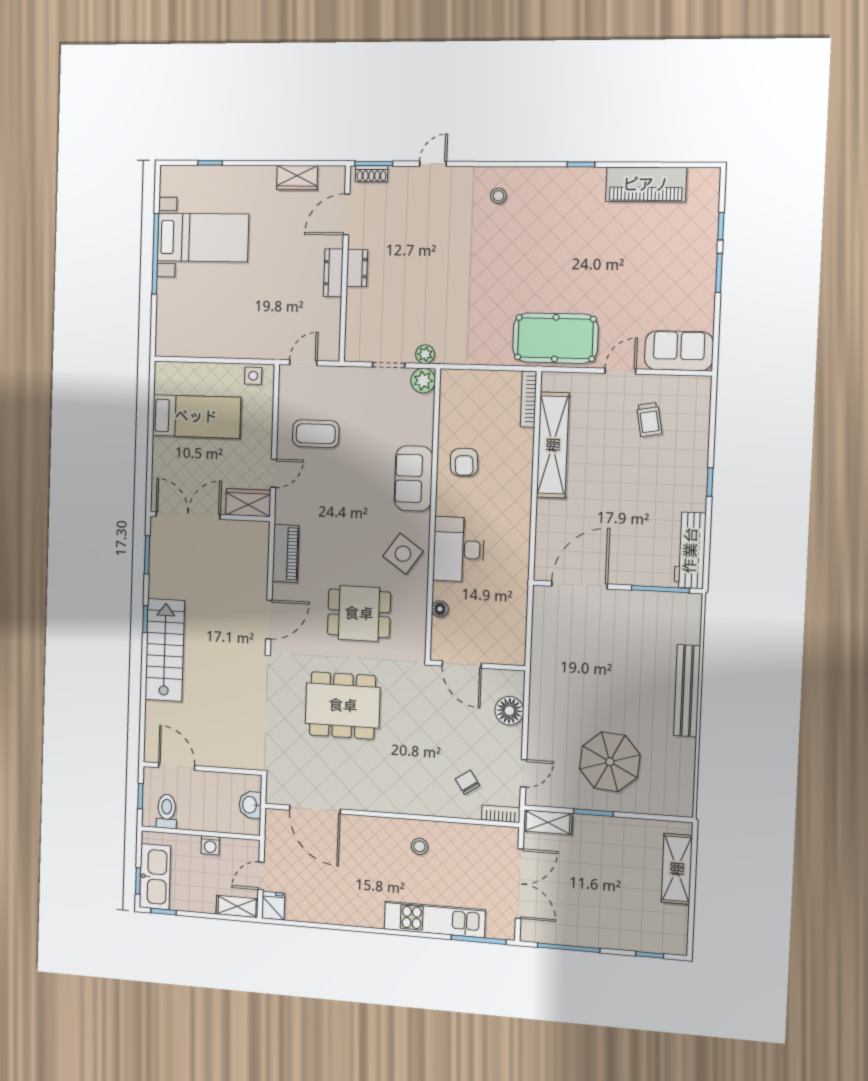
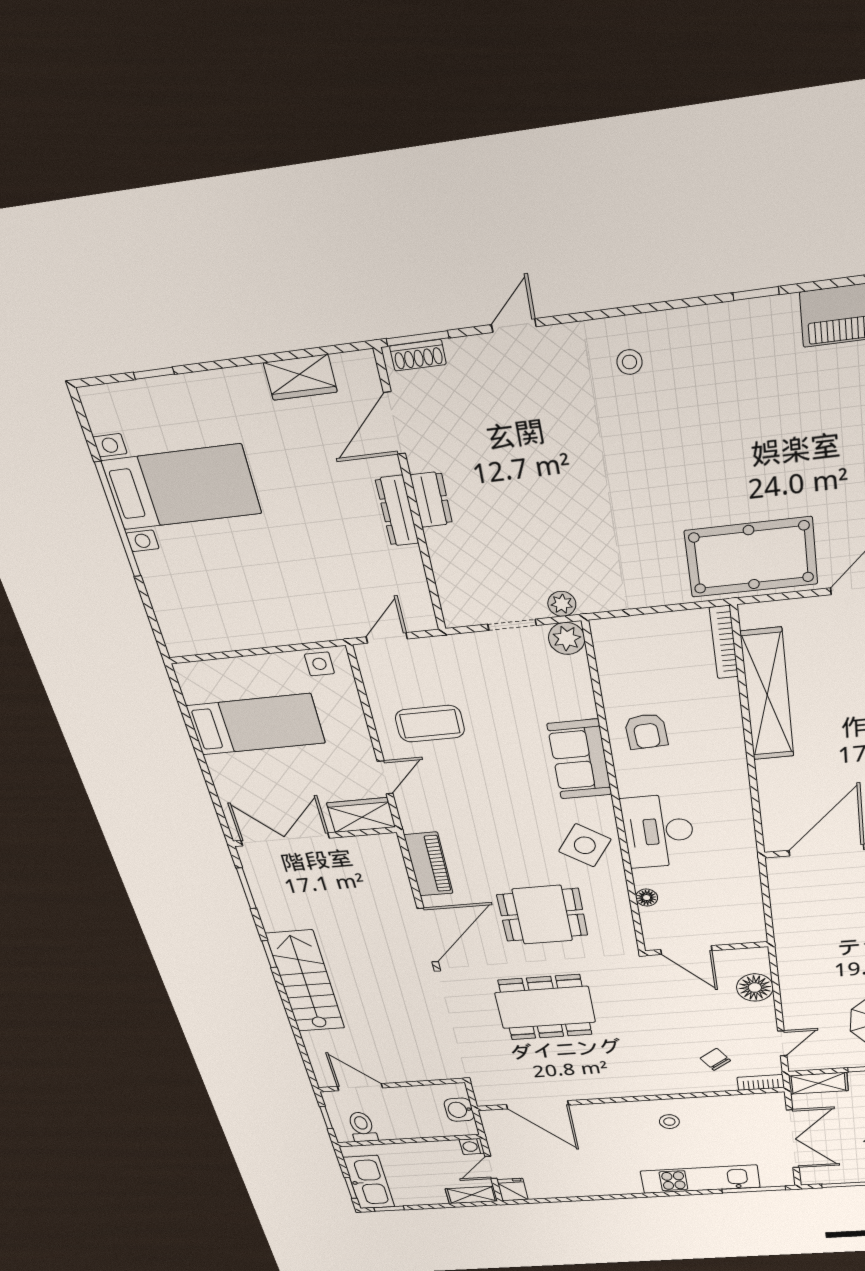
door: (269, 620) -> (428, 935), width x1.36
washing machine: (210, 845) -> (472, 1146), moved, turned 90

